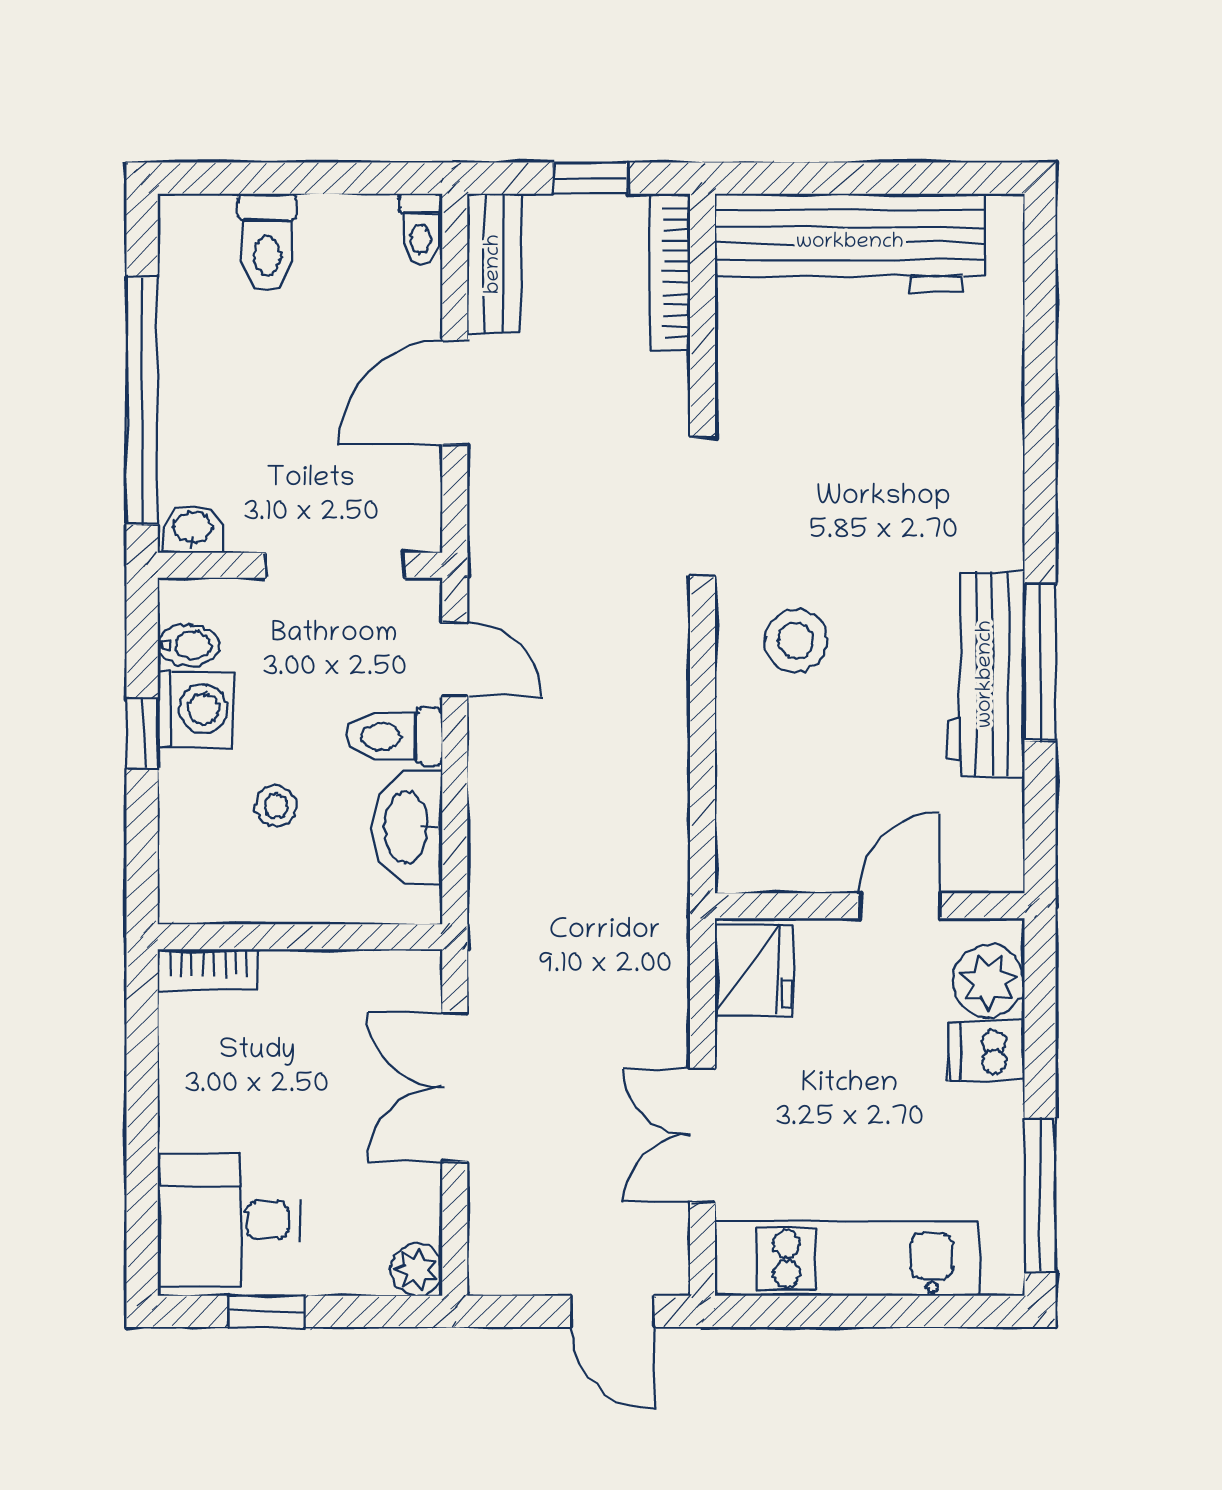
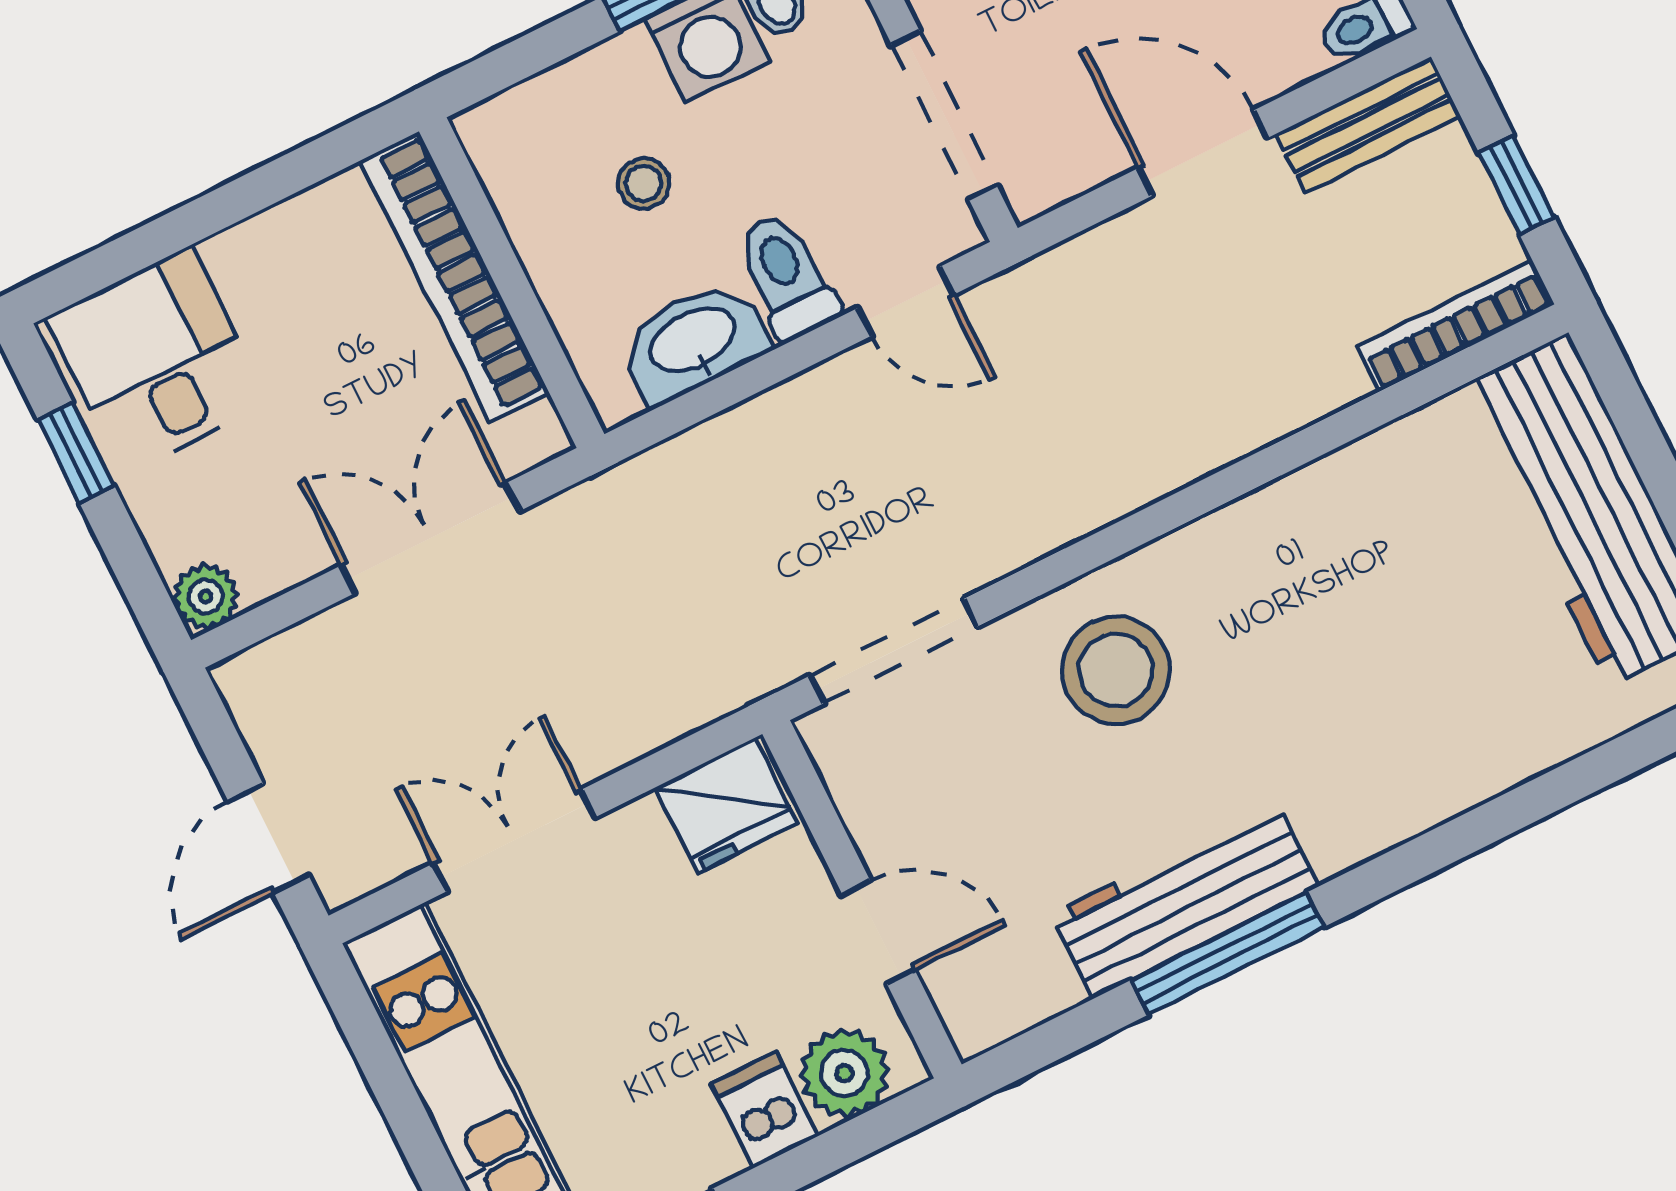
doorway: (703, 506) -> (894, 651), moved
stool: (796, 641) -> (1116, 670), width x1.38, depth x1.38
door: (455, 660) -> (906, 301), hinge flipped
bookcase: (208, 969) -> (454, 277), width x2.31, depth x1.31

